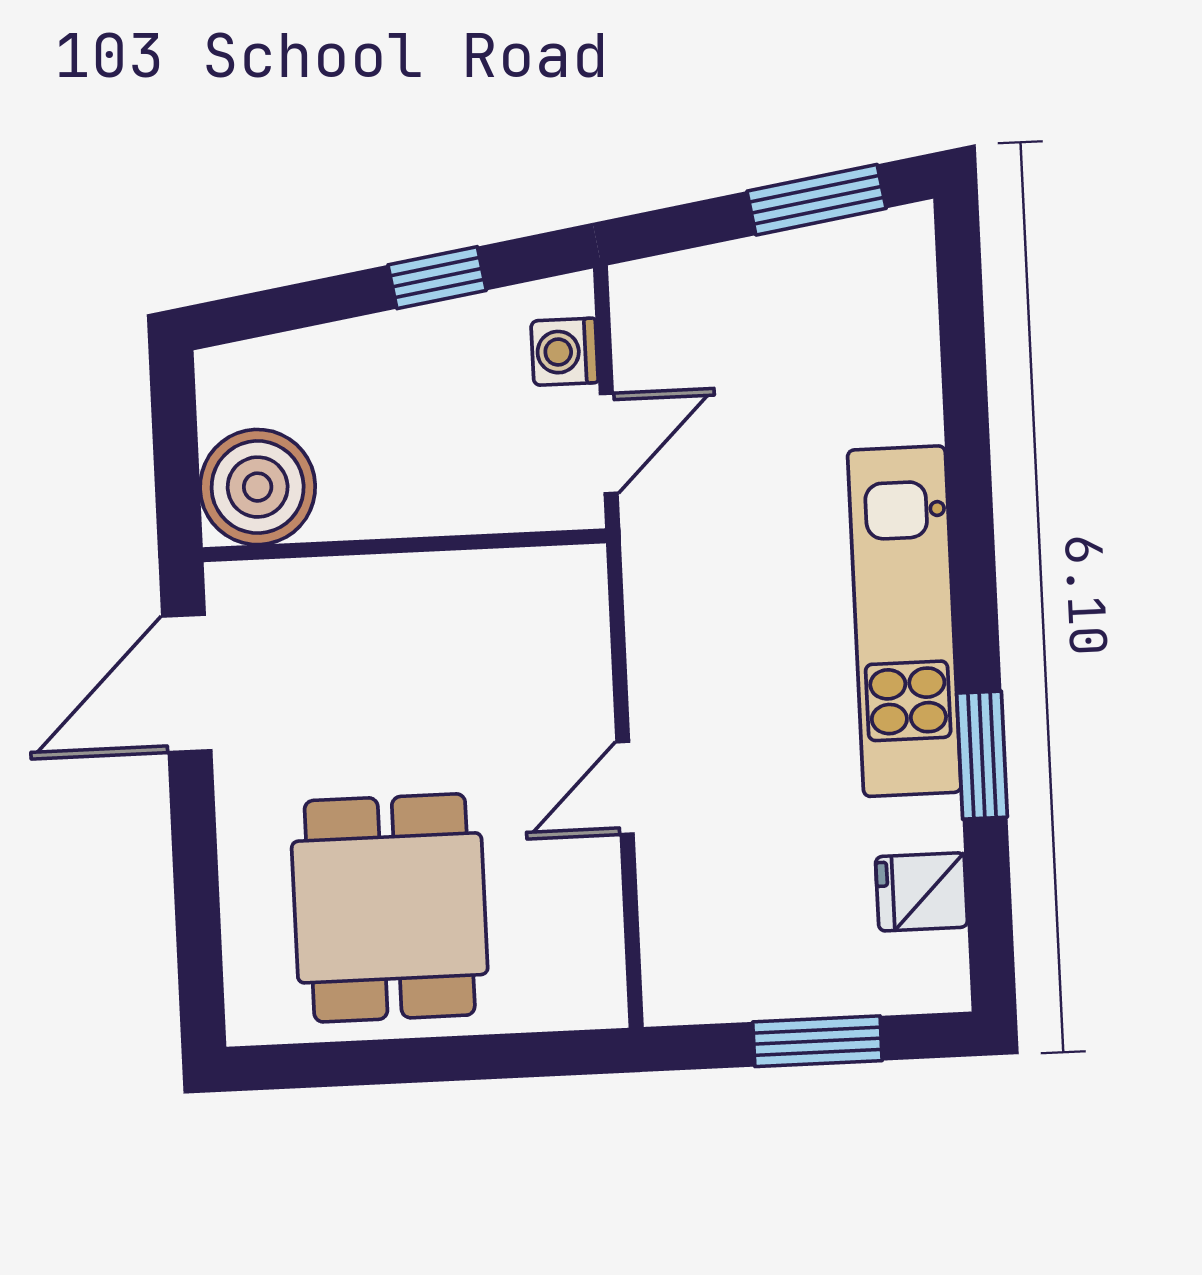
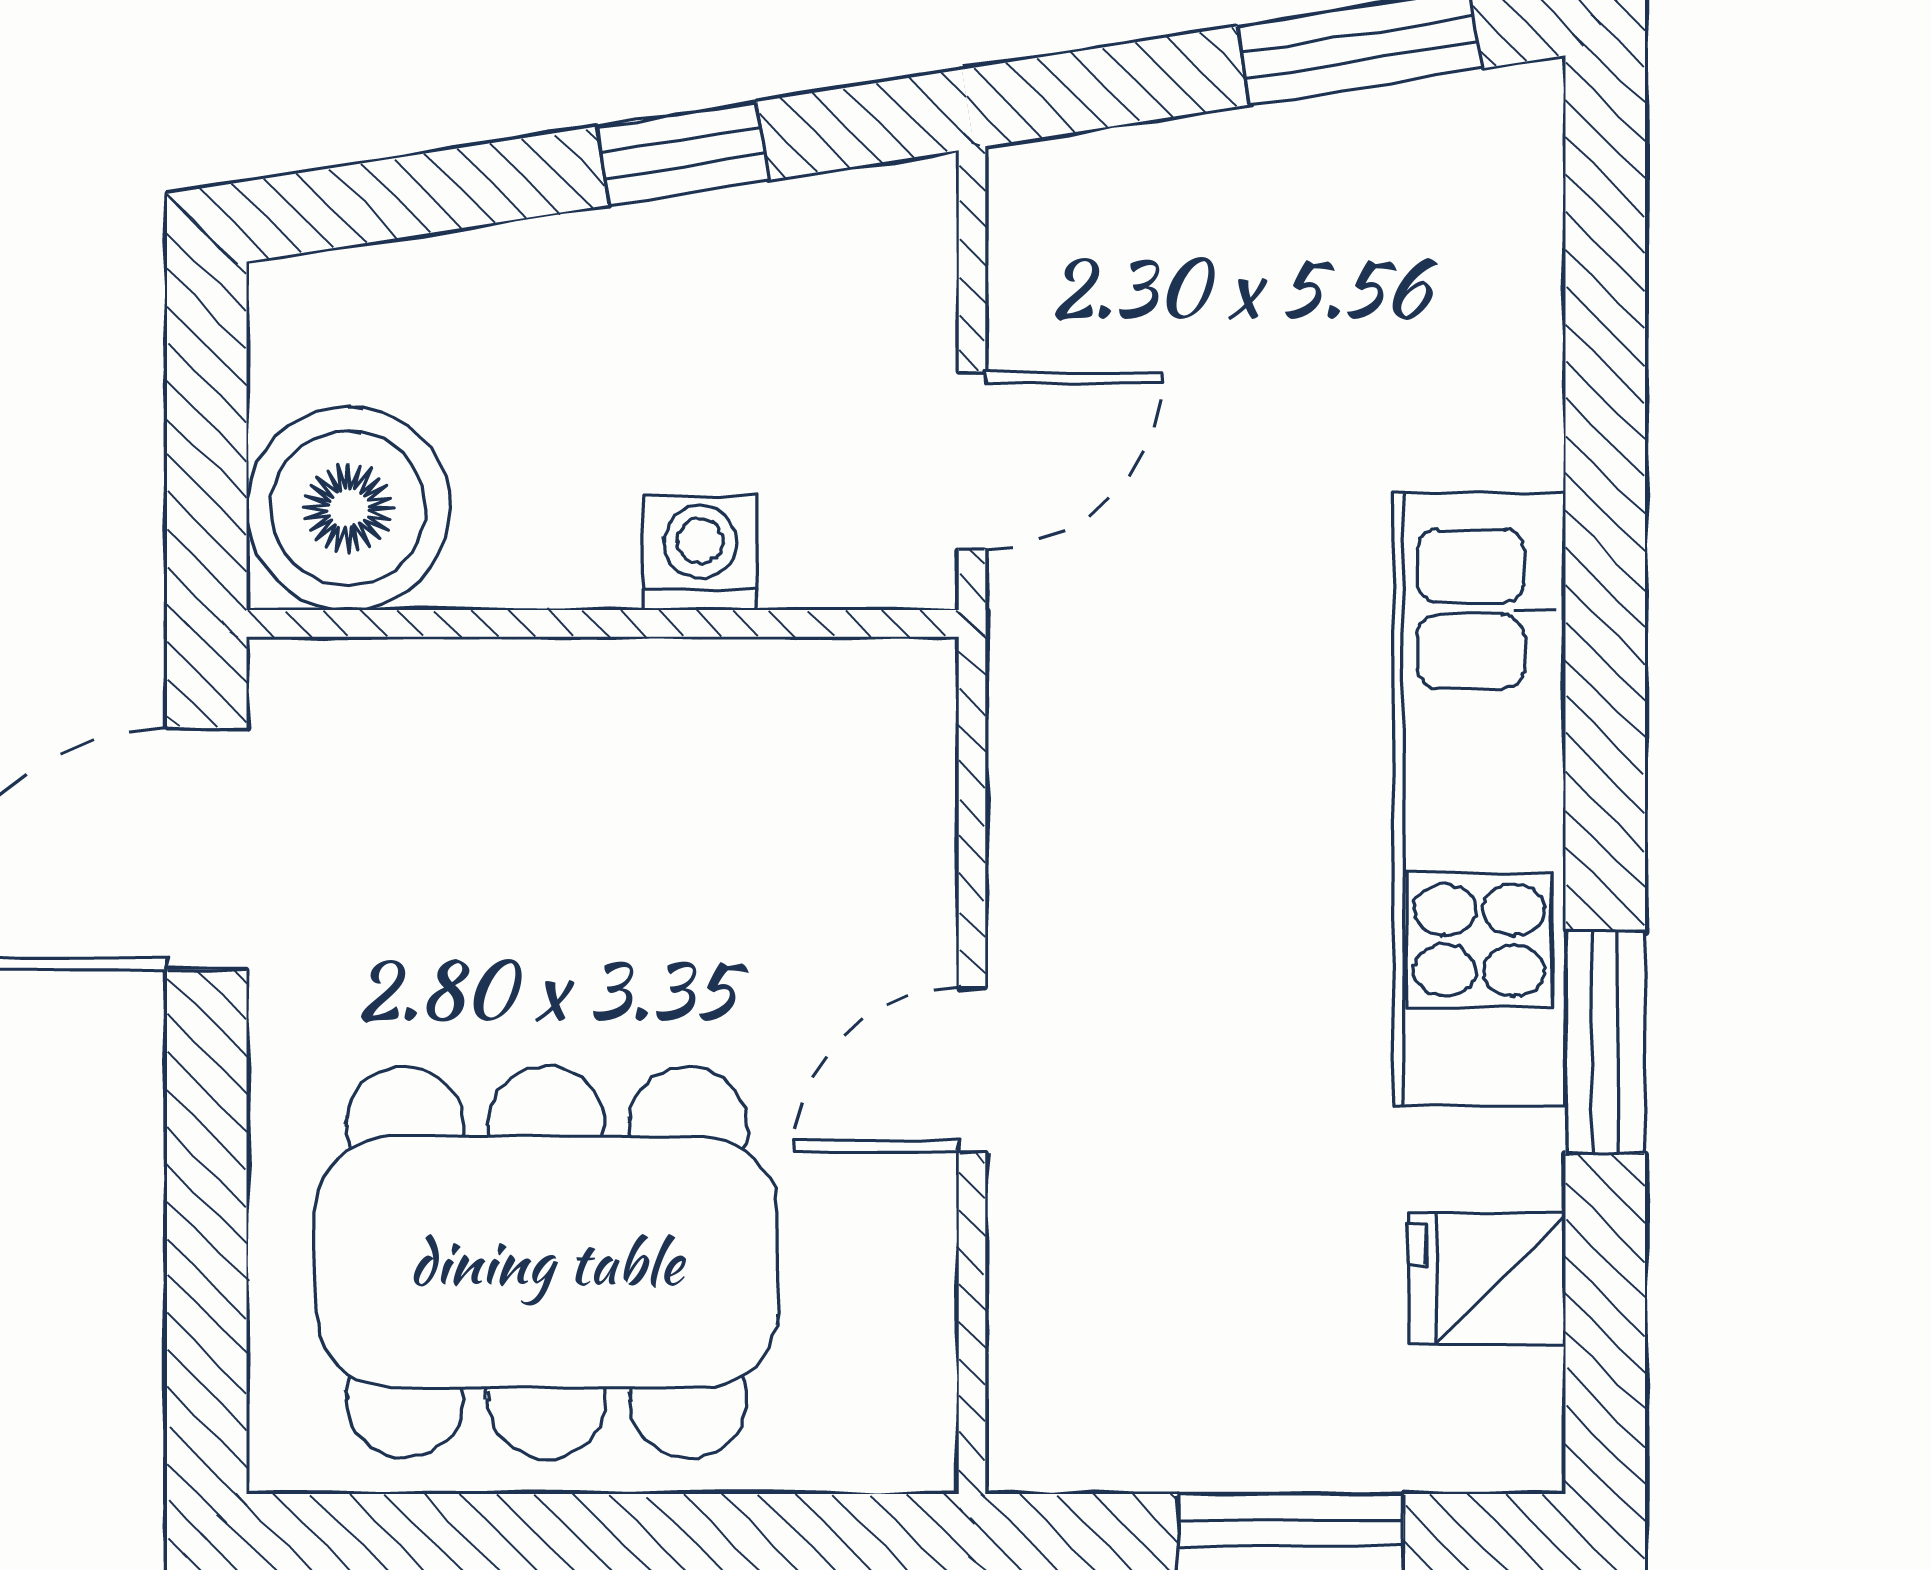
washing machine: (565, 352) -> (700, 553), moved, turned 90
dining table: (390, 908) -> (546, 1262), width x1.38

